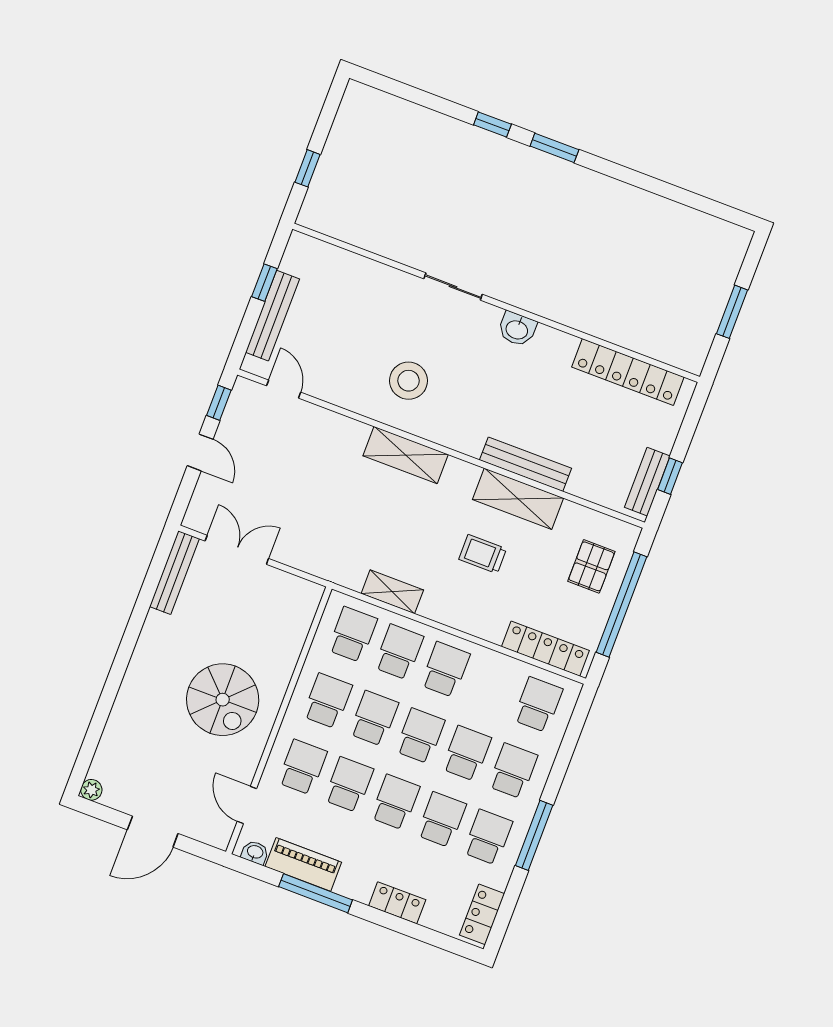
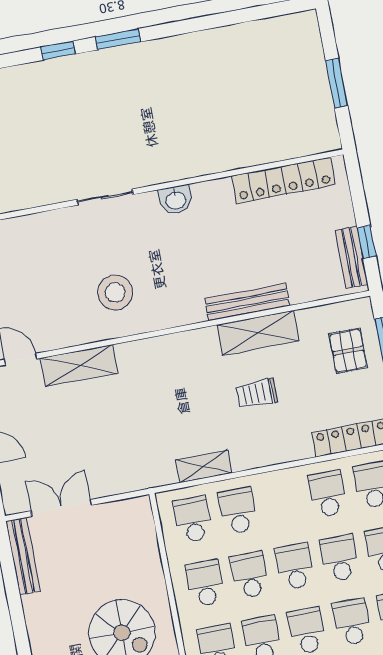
shelving: (406, 455) -> (79, 366), moved
school desk: (445, 669) -> (328, 494), moved

